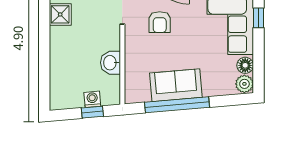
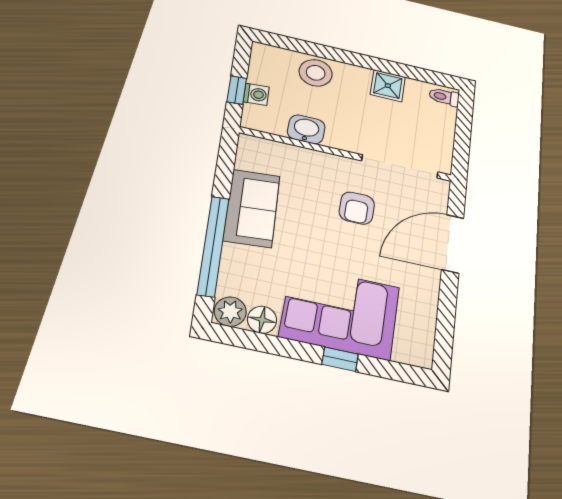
armchair: (160, 22) -> (357, 208), turned -90
stool: (64, 64) -> (316, 73), added
window: (177, 105) -> (213, 246), moved

